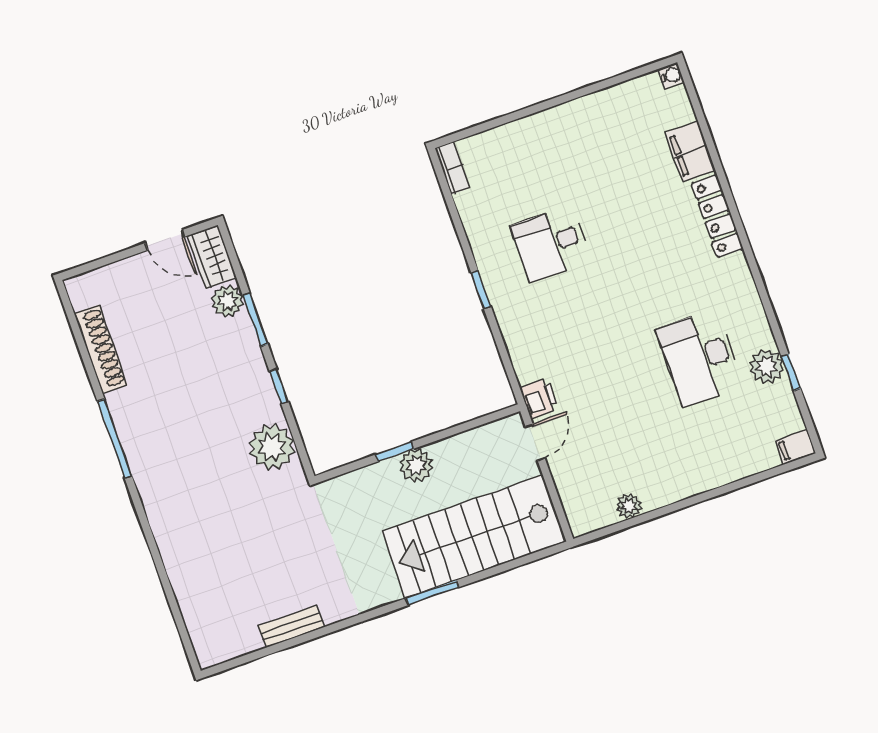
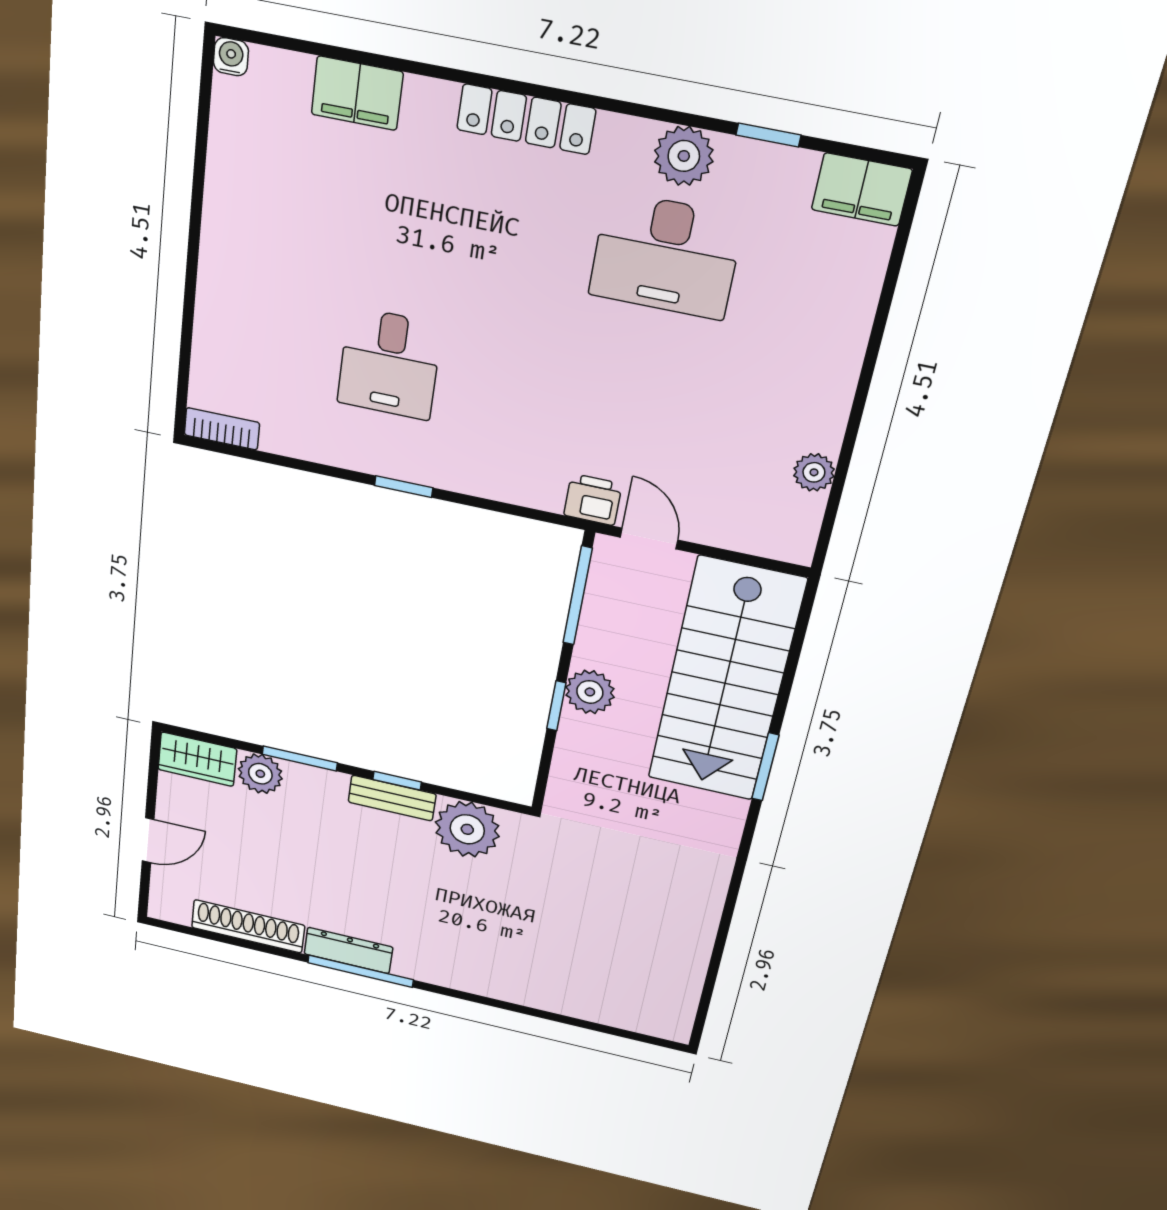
locker: (717, 216) -> (526, 119), moved
door: (165, 240) -> (148, 840), moved
plant: (767, 366) -> (684, 156), moved
dresser: (126, 422) -> (348, 951), added
window: (474, 423) -> (578, 596), added
filing cabinet: (796, 447) -> (862, 189), width x2.00
bench: (291, 627) -> (392, 798), moved, turned 90

